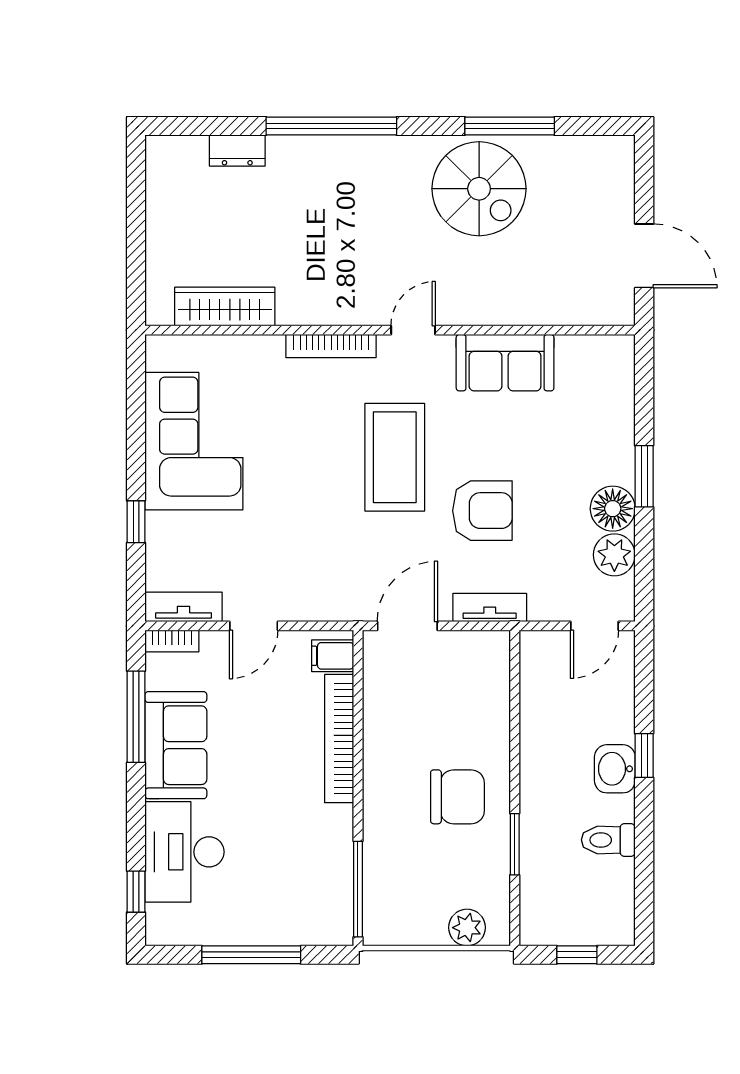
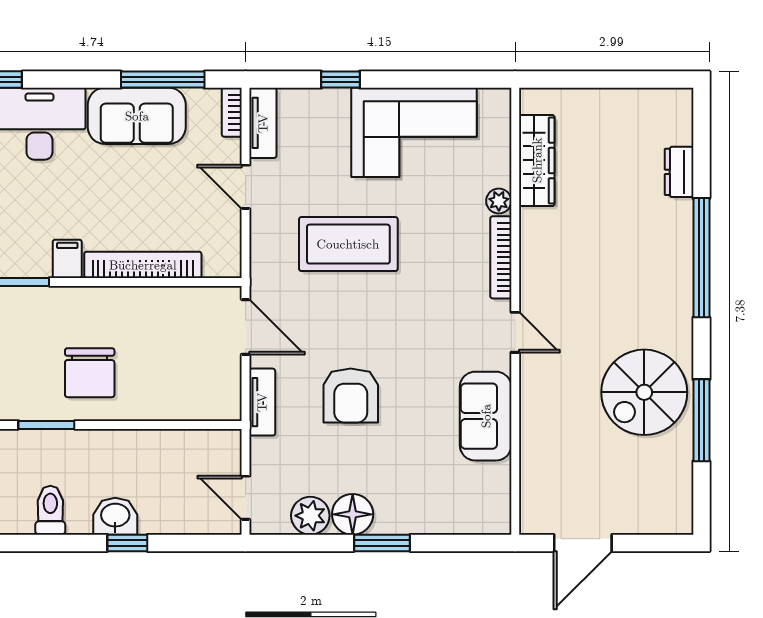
plant: (269, 348) -> (499, 201), added
coffee table: (395, 457) -> (348, 244), moved
filing cabinet: (333, 656) -> (67, 259), moved

